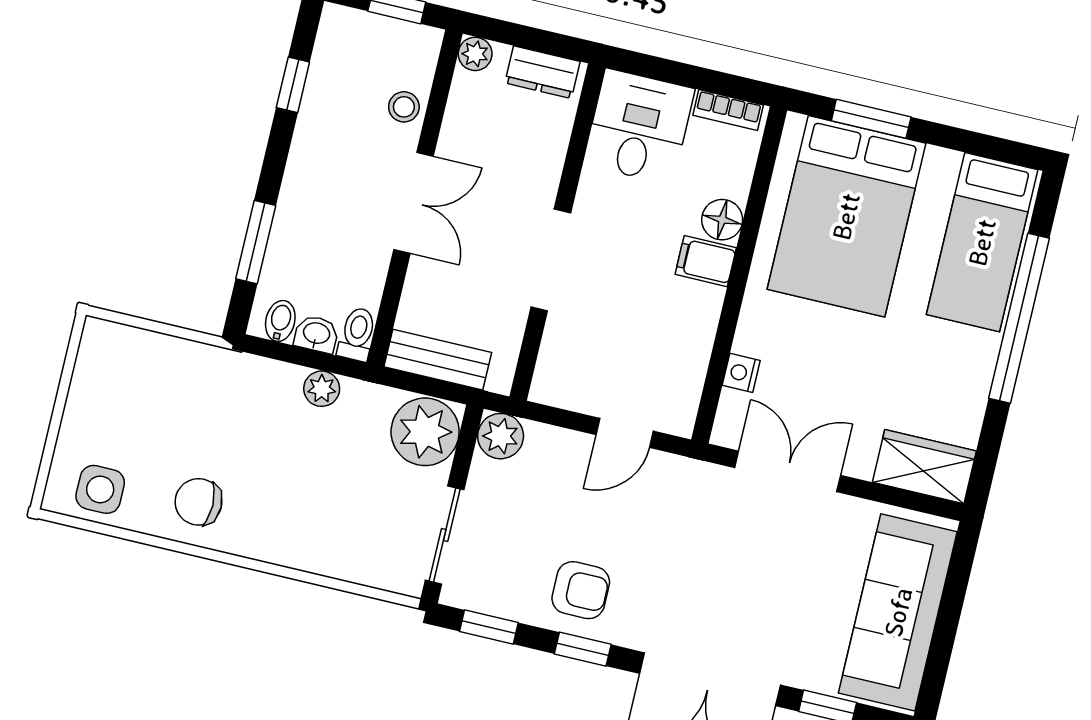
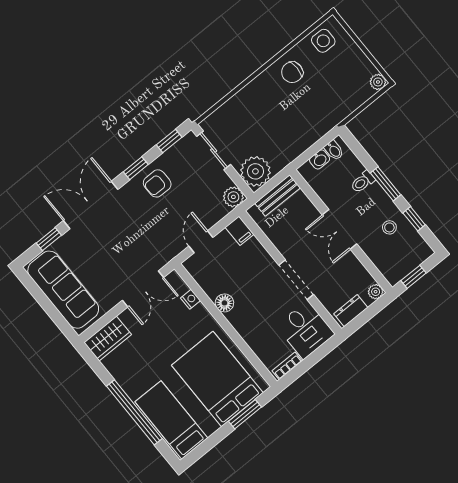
stool: (404, 107) -> (389, 227), moved
floor lamp: (722, 220) -> (224, 303), moved
window: (256, 242) -> (386, 184), moved
doorway: (551, 260) -> (296, 280), moved
filing cabinet: (706, 261) -> (240, 231), moved, turned 90
toilet: (357, 334) -> (363, 182), moved, turned 90
plant: (322, 389) -> (378, 82), moved
chair: (199, 502) -> (292, 72), turned 180

